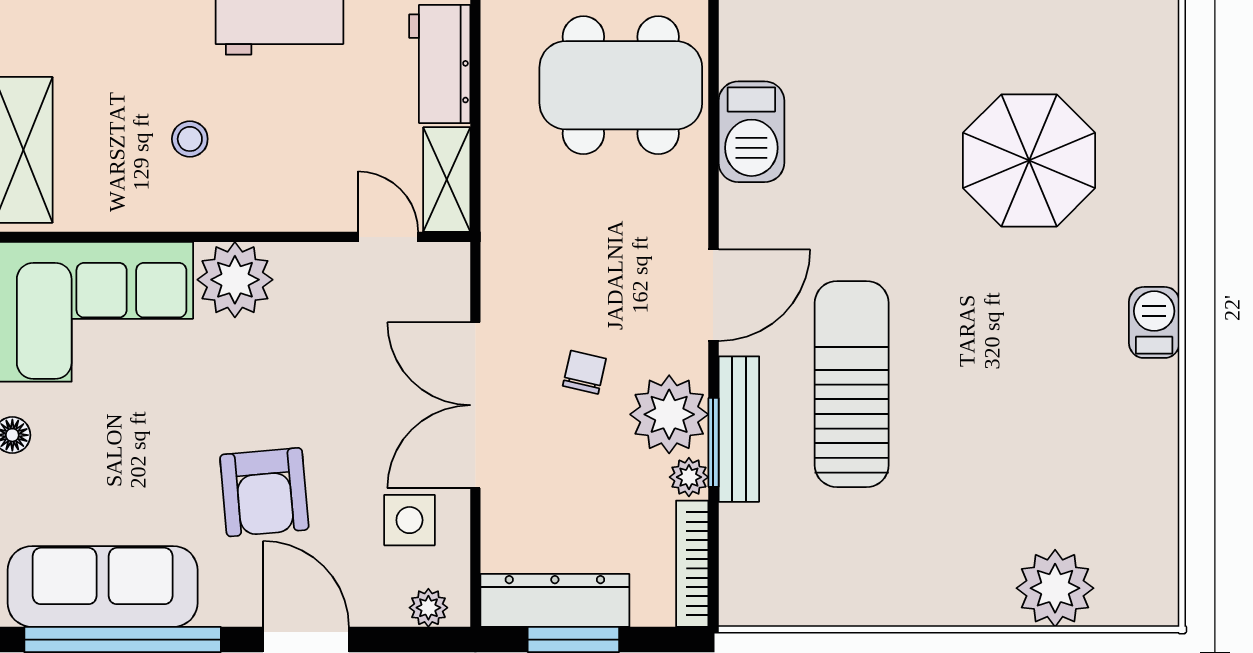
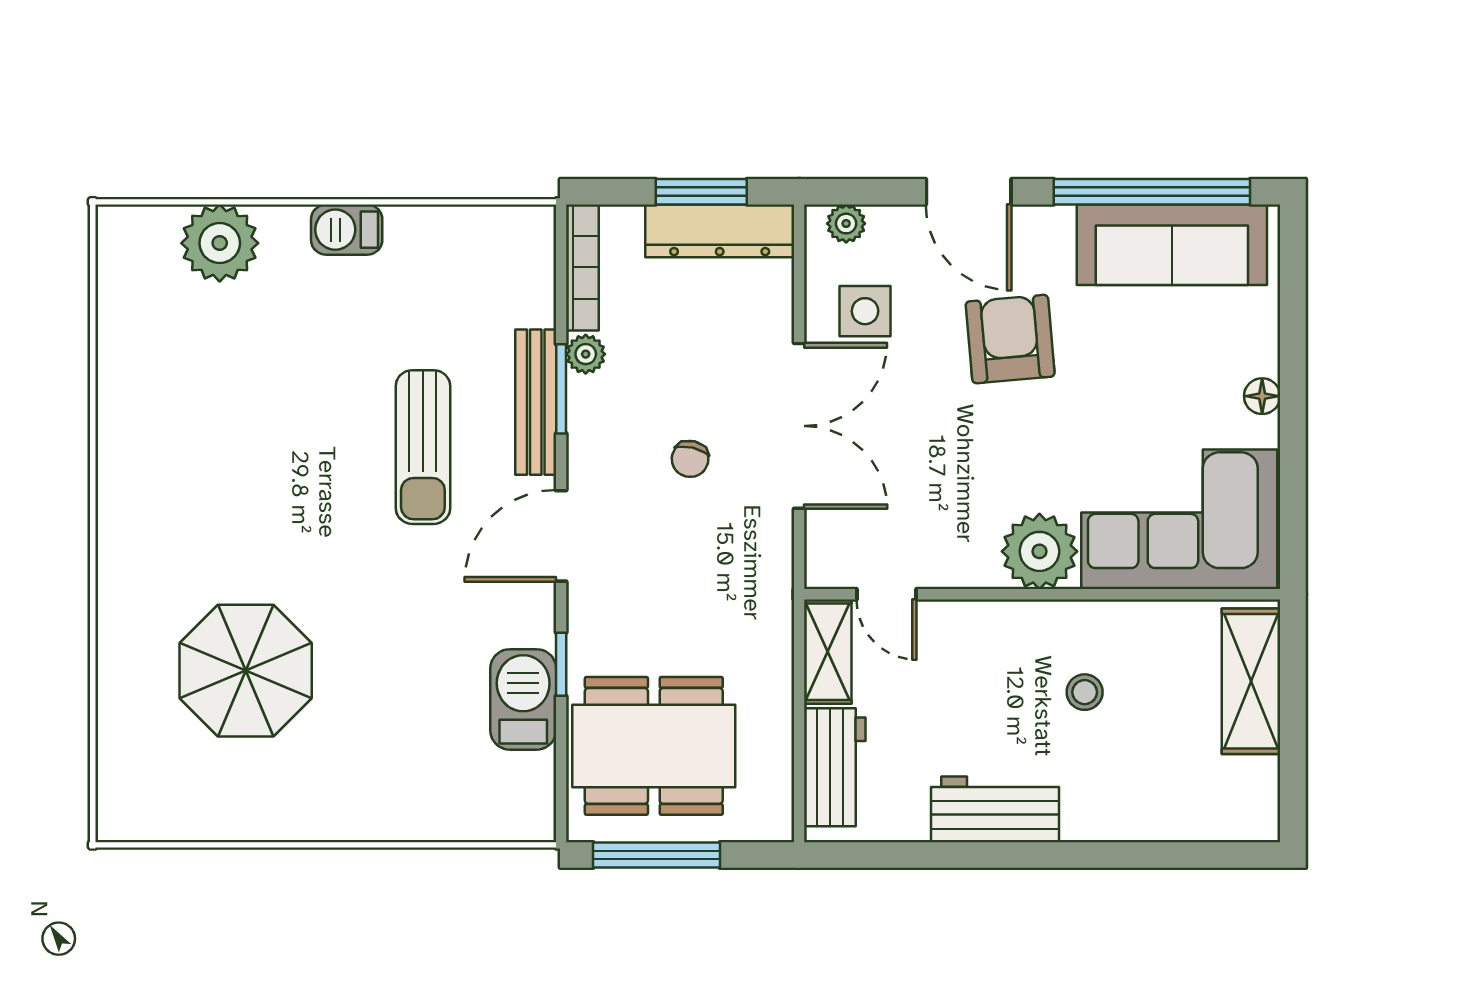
window: (713, 167) -> (561, 664), added
barbecue: (1154, 322) -> (347, 230), moved, turned 90
sun lounger: (852, 384) -> (423, 447), width x0.73, depth x0.75
plant: (669, 414) -> (605, 417), removed

